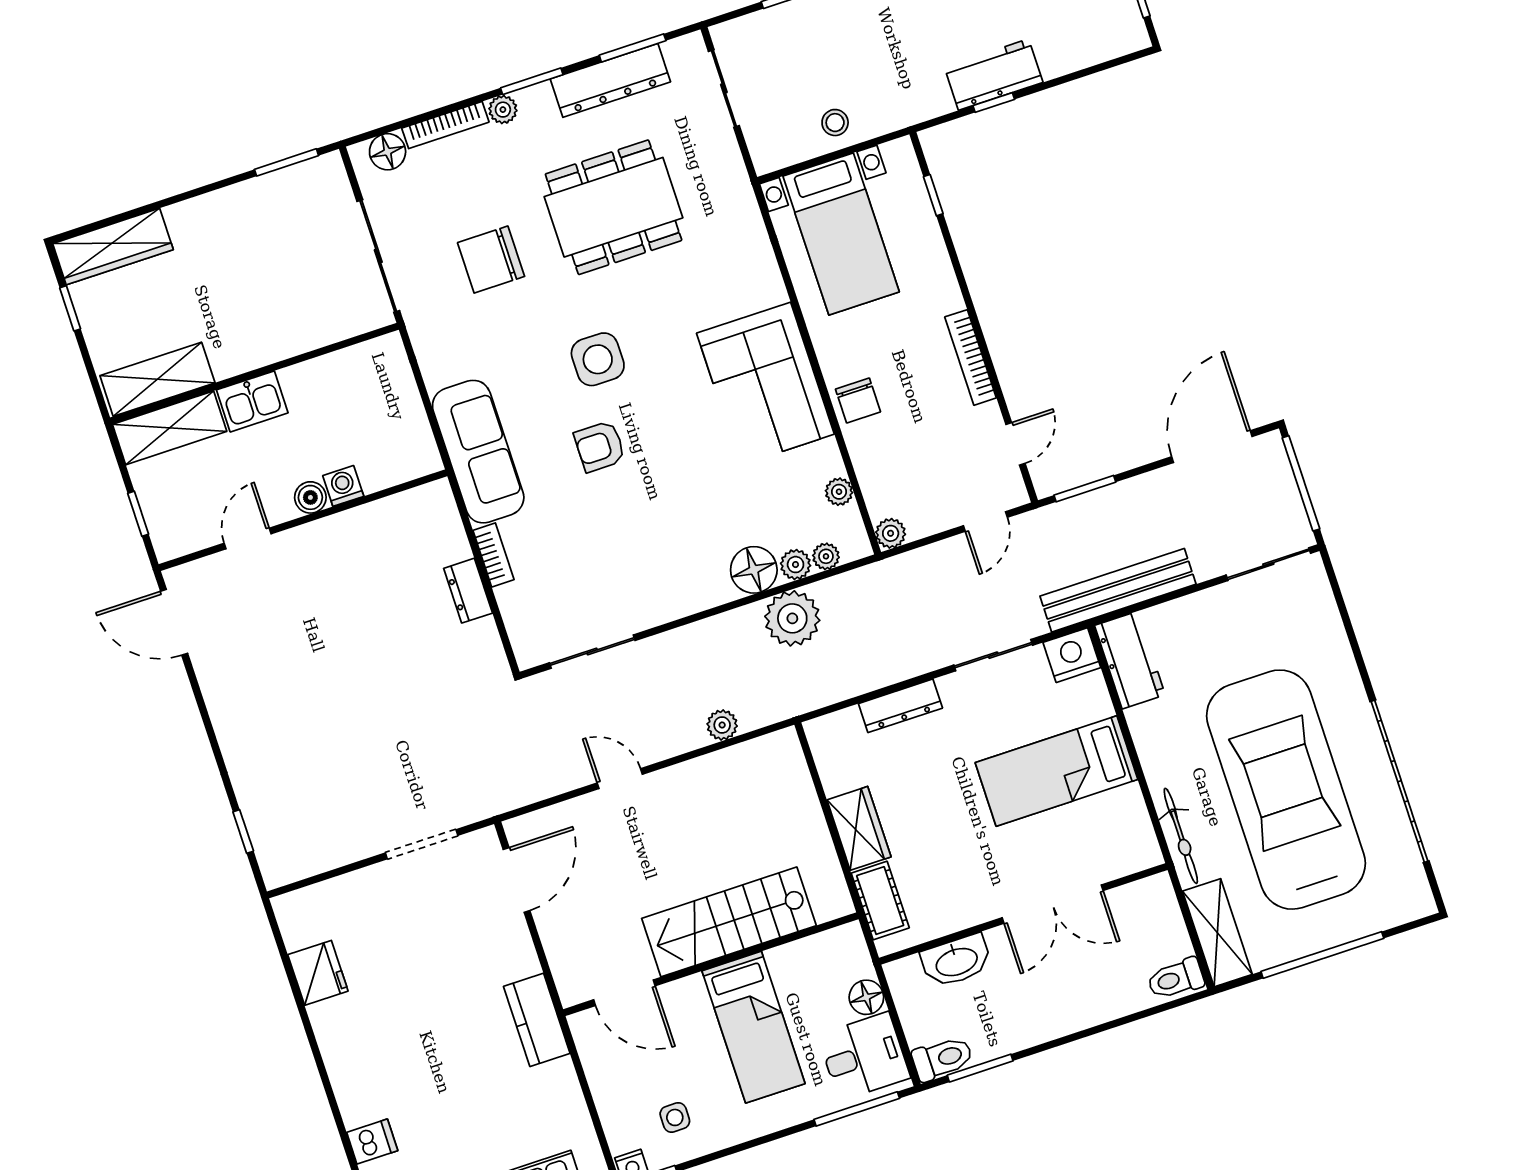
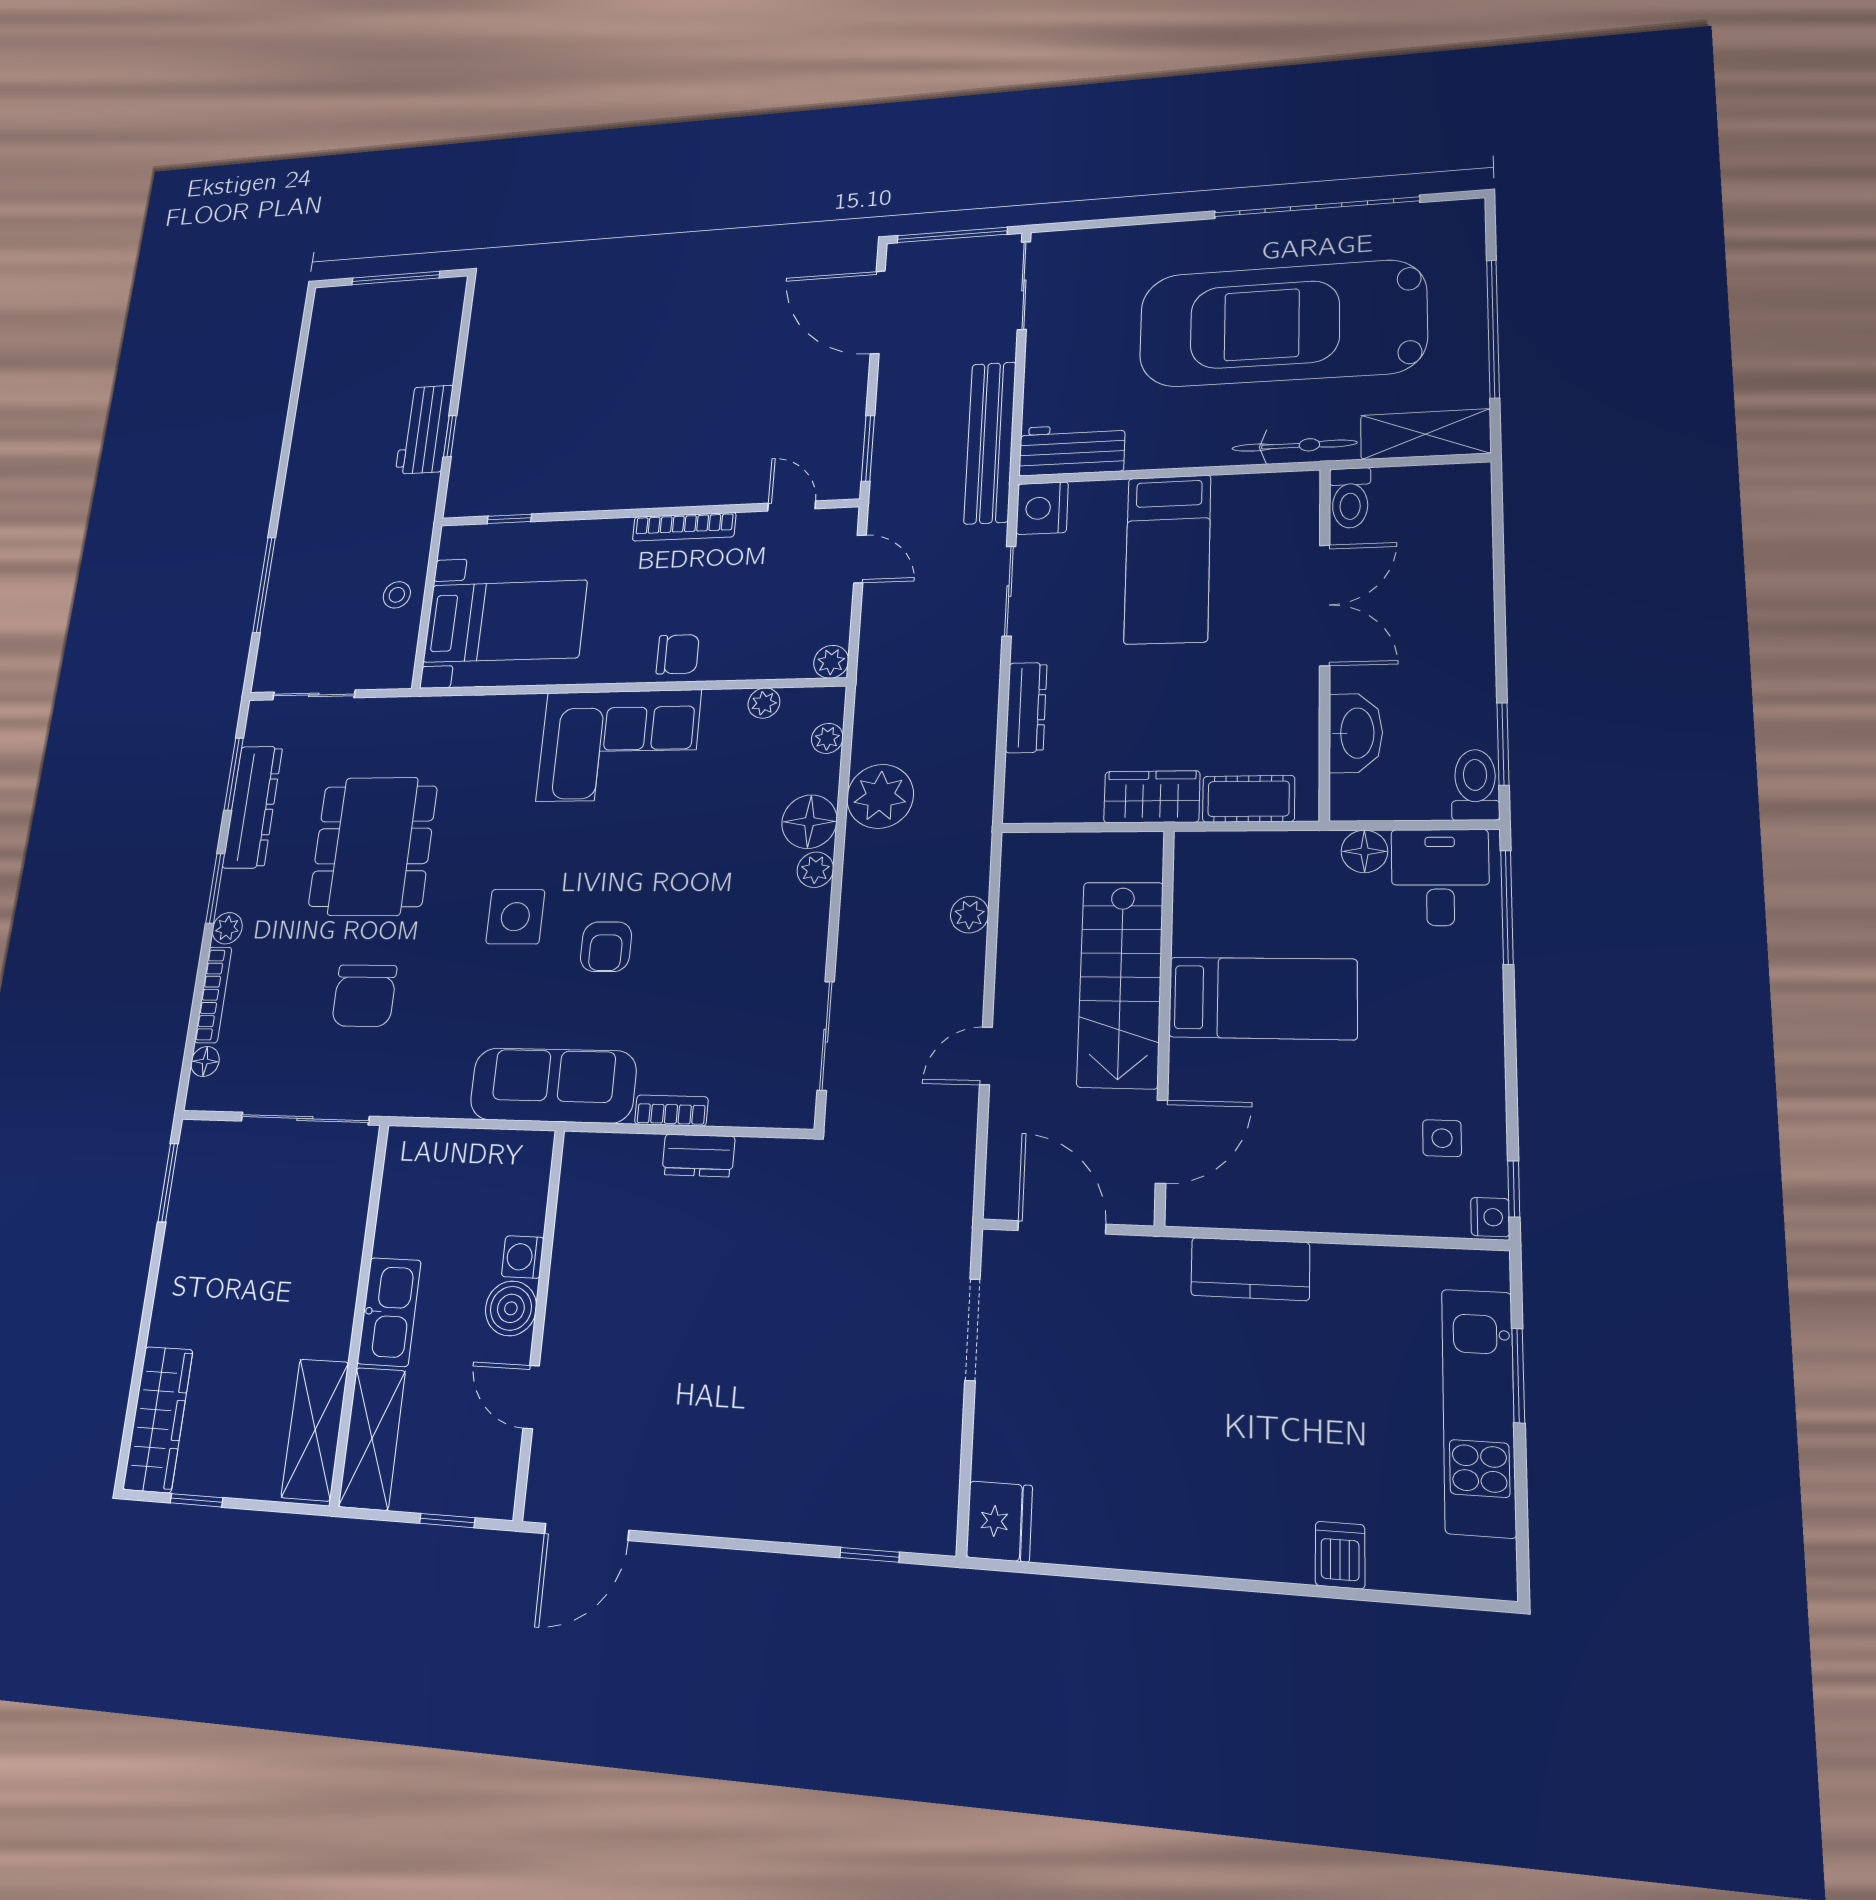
floor lamp: (388, 152) -> (205, 1061), width x0.73, depth x0.73
kitchen sink: (252, 401) -> (389, 1312), width x1.38
boiler: (310, 497) -> (511, 1308), width x1.36, depth x1.36
plant: (796, 565) -> (815, 870), moved
stairs: (729, 922) -> (1120, 984), moved
wall: (711, 964) -> (1164, 1023), moved
fridge: (318, 973) -> (999, 1521), moved, turned 90
toilet: (1176, 979) -> (1350, 498), moved
door: (624, 993) -> (1161, 1142), moved
bed: (754, 1027) -> (1263, 998), moved

